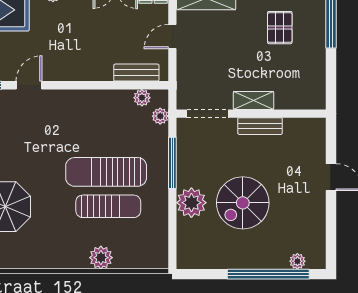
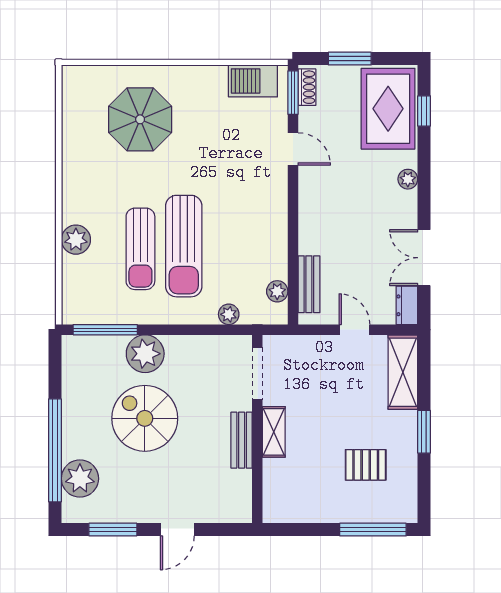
plant: (160, 116) -> (229, 314), moved
window: (172, 163) -> (105, 330), moved
sun lounger: (106, 172) -> (184, 246), turned 180
window: (331, 228) -> (113, 530), added
plant: (297, 261) -> (80, 479), width x1.87, depth x1.87

